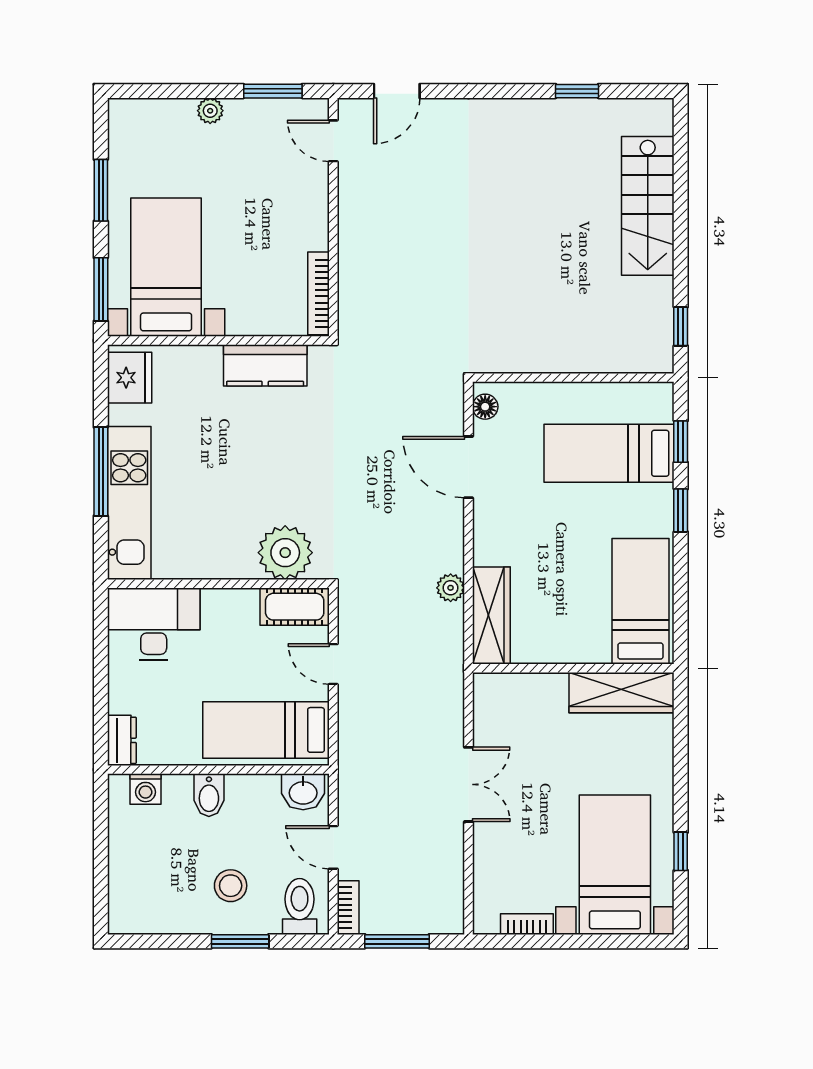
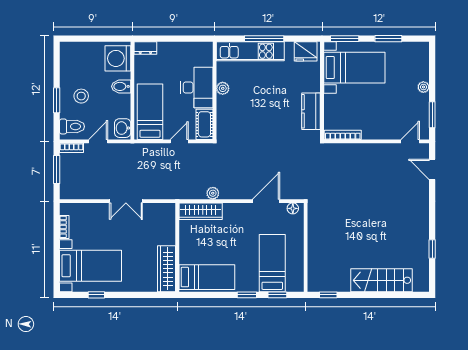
plant: (285, 553) -> (223, 88), moved, width x0.53, depth x0.53
desk: (154, 624) -> (197, 88), moved
washing machine: (146, 789) -> (118, 58), width x1.89, depth x1.89

